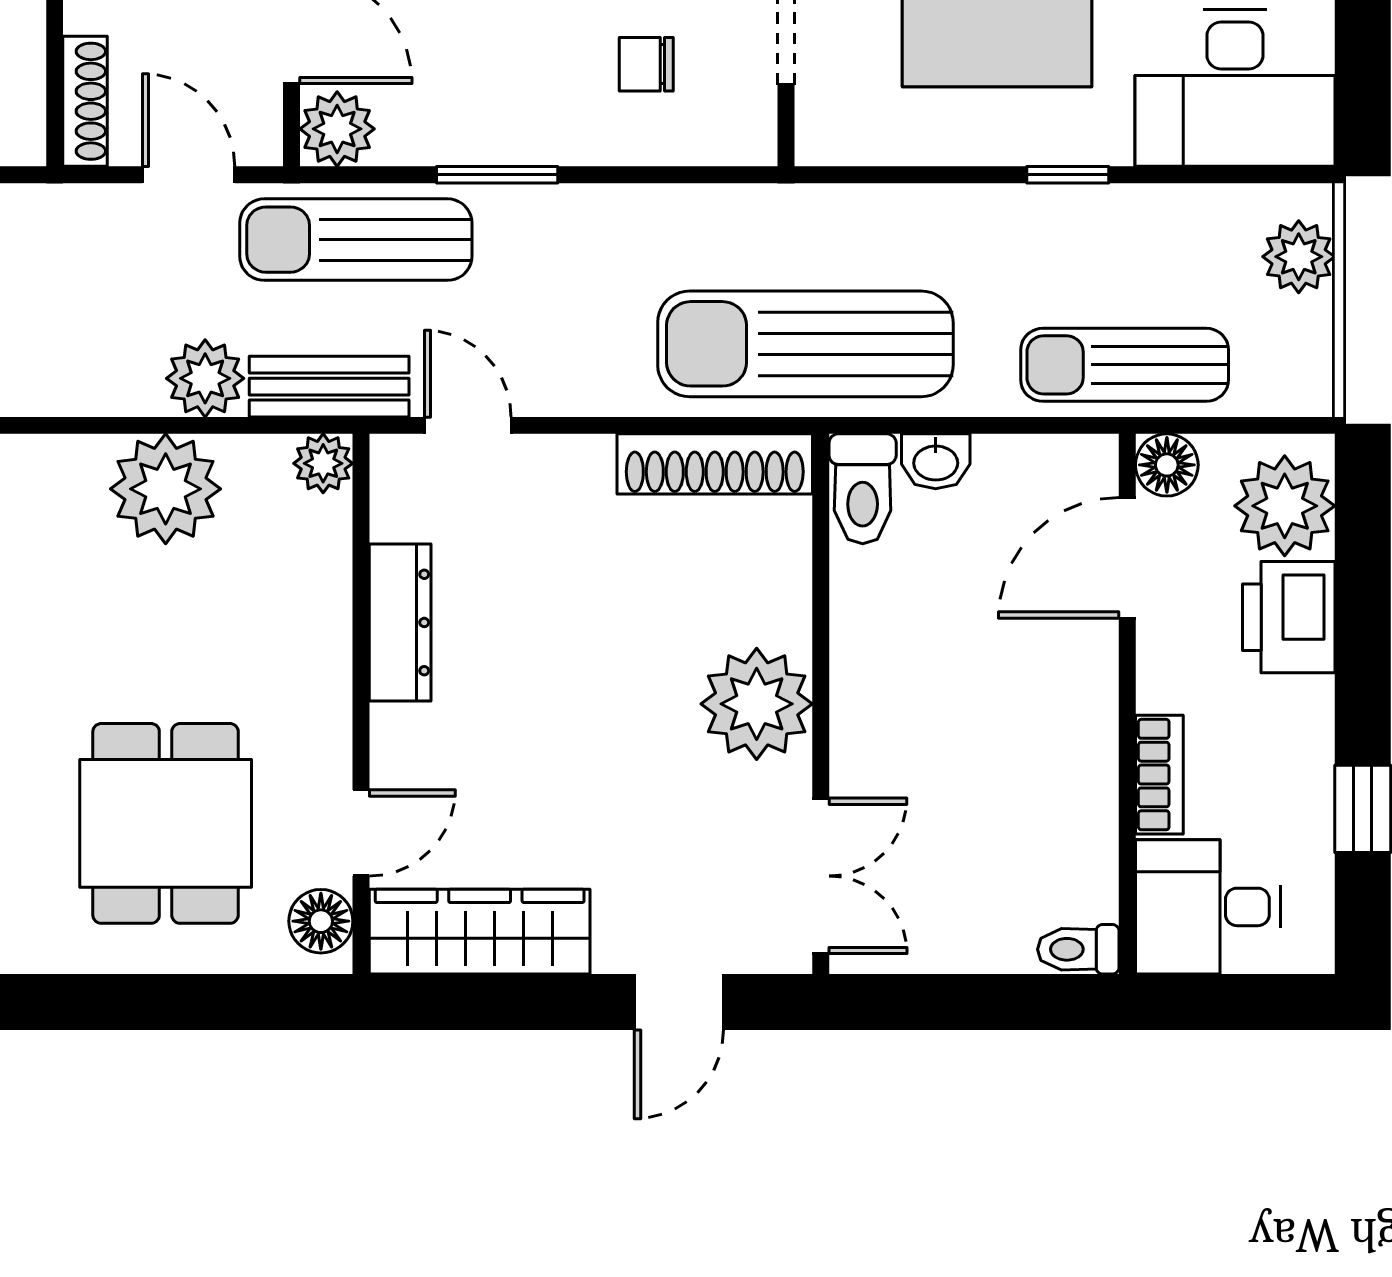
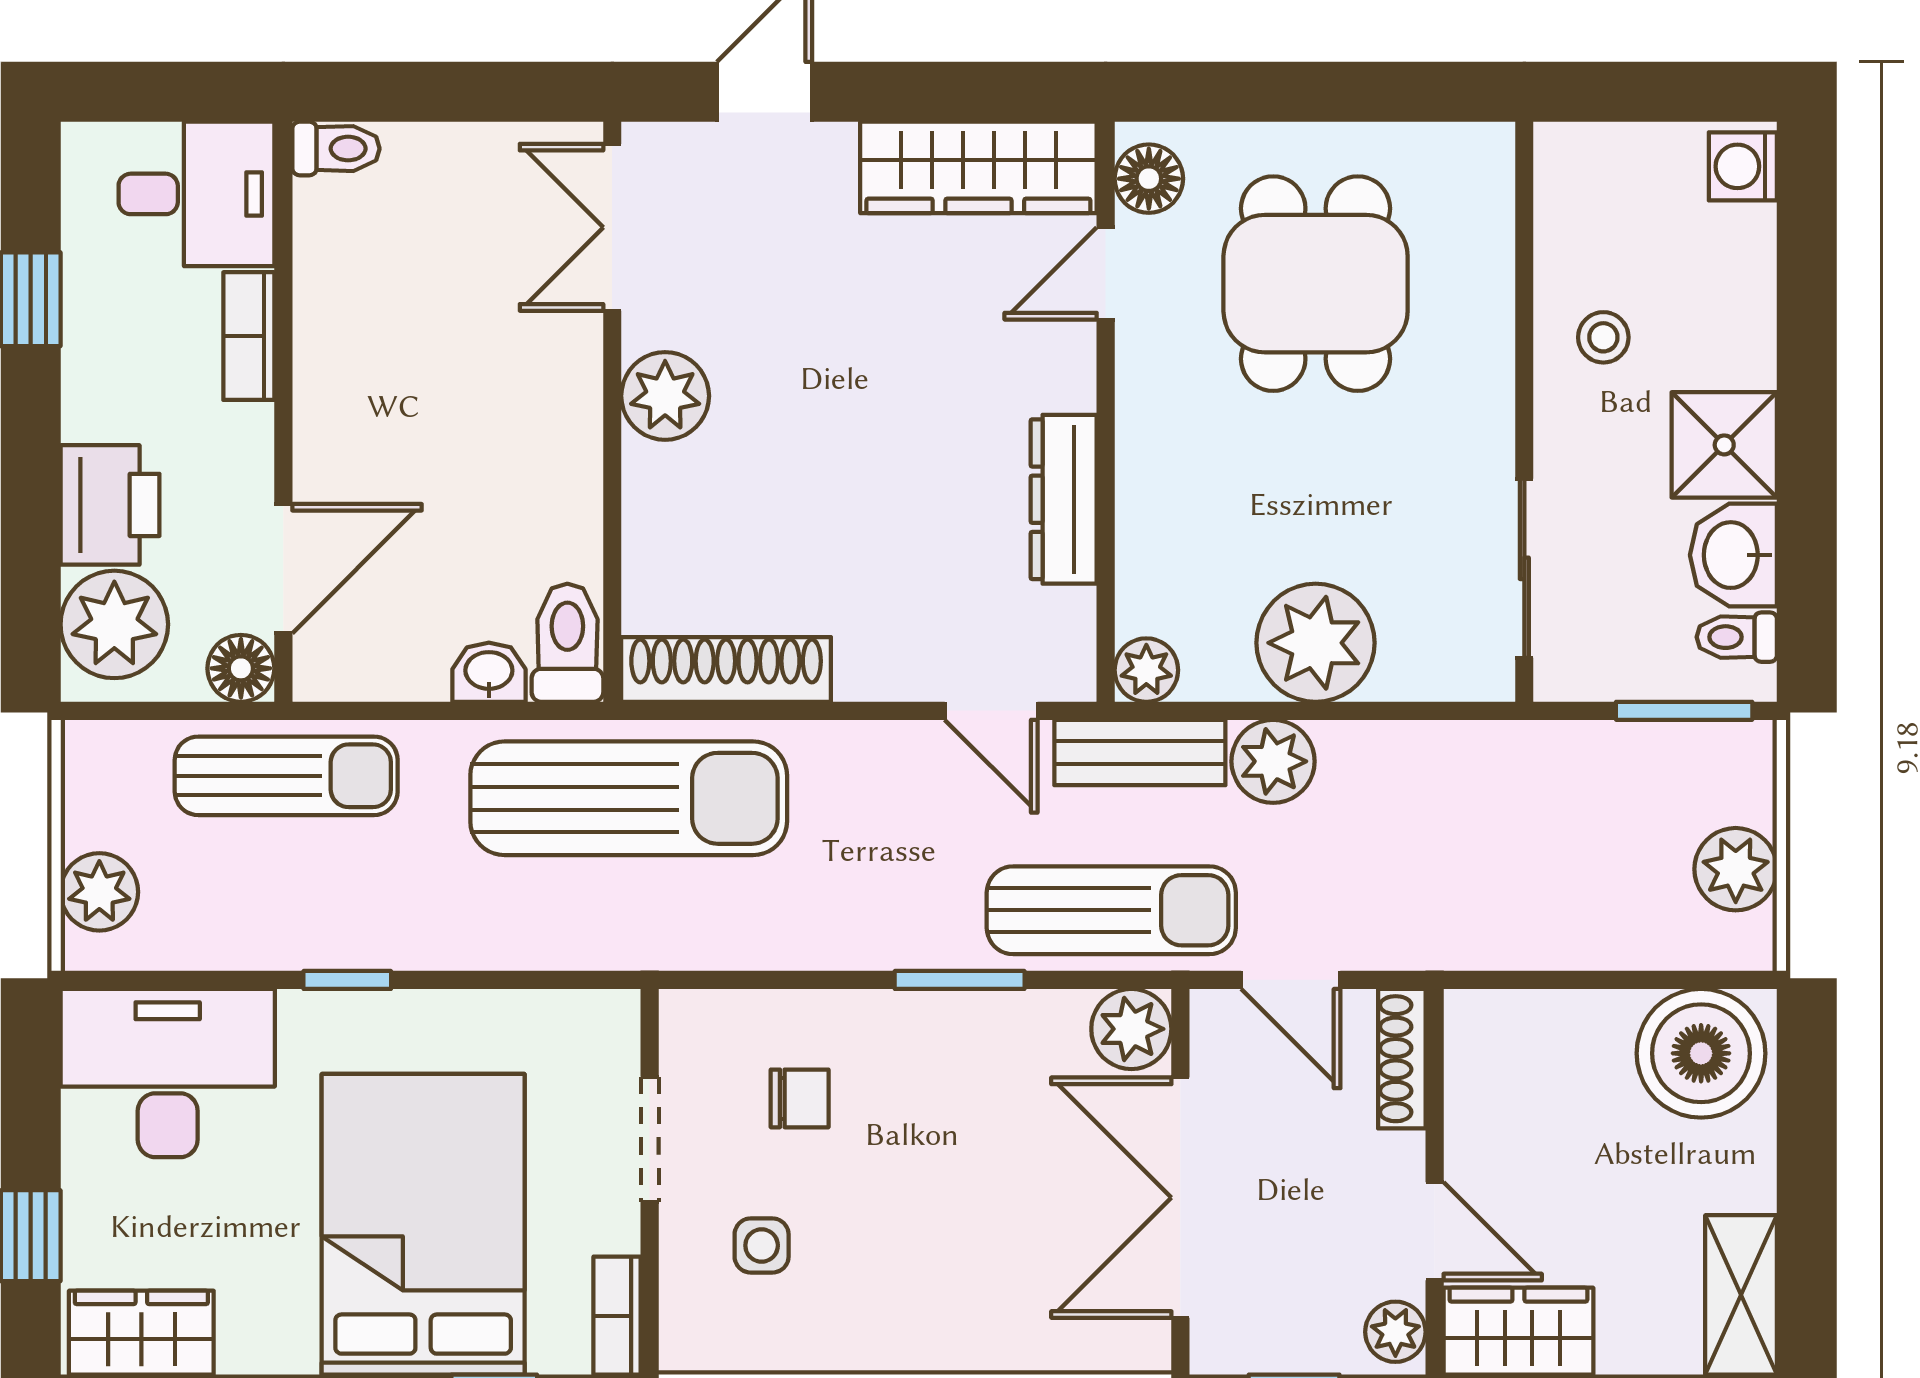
plant: (757, 704) -> (665, 396), width x0.73, depth x0.73

